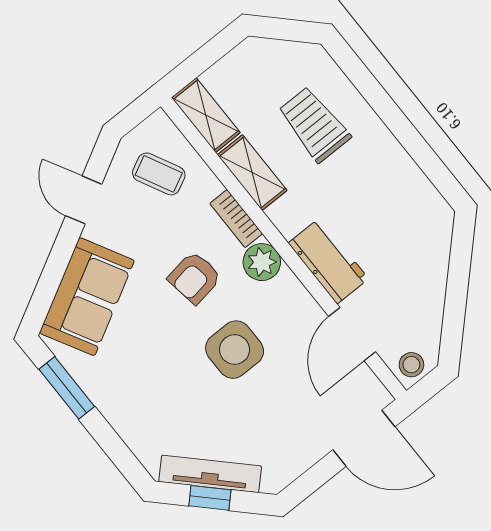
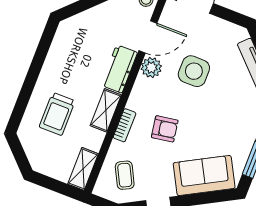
shelving: (252, 173) -> (106, 110), moved
plant: (262, 262) -> (151, 67), moved
side table: (235, 350) -> (194, 71), moved

